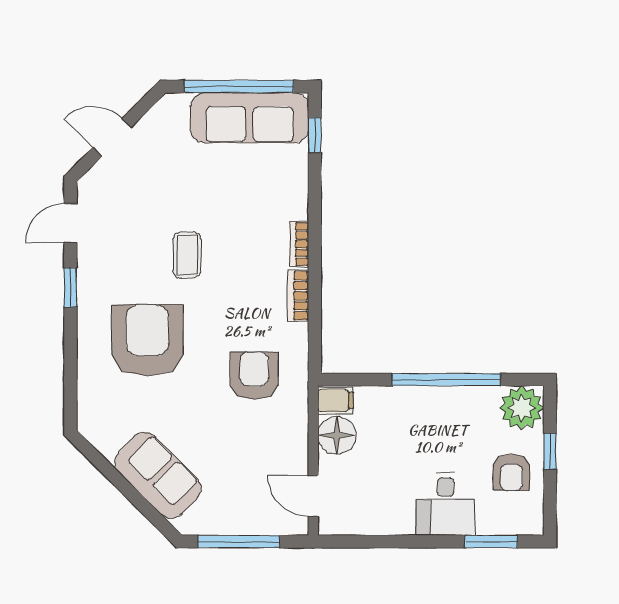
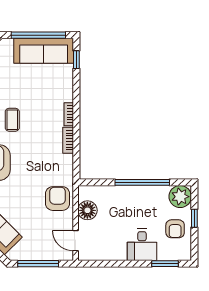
armchair: (254, 376) -> (58, 199), moved
filing cabinet: (336, 401) -> (87, 193), removed

